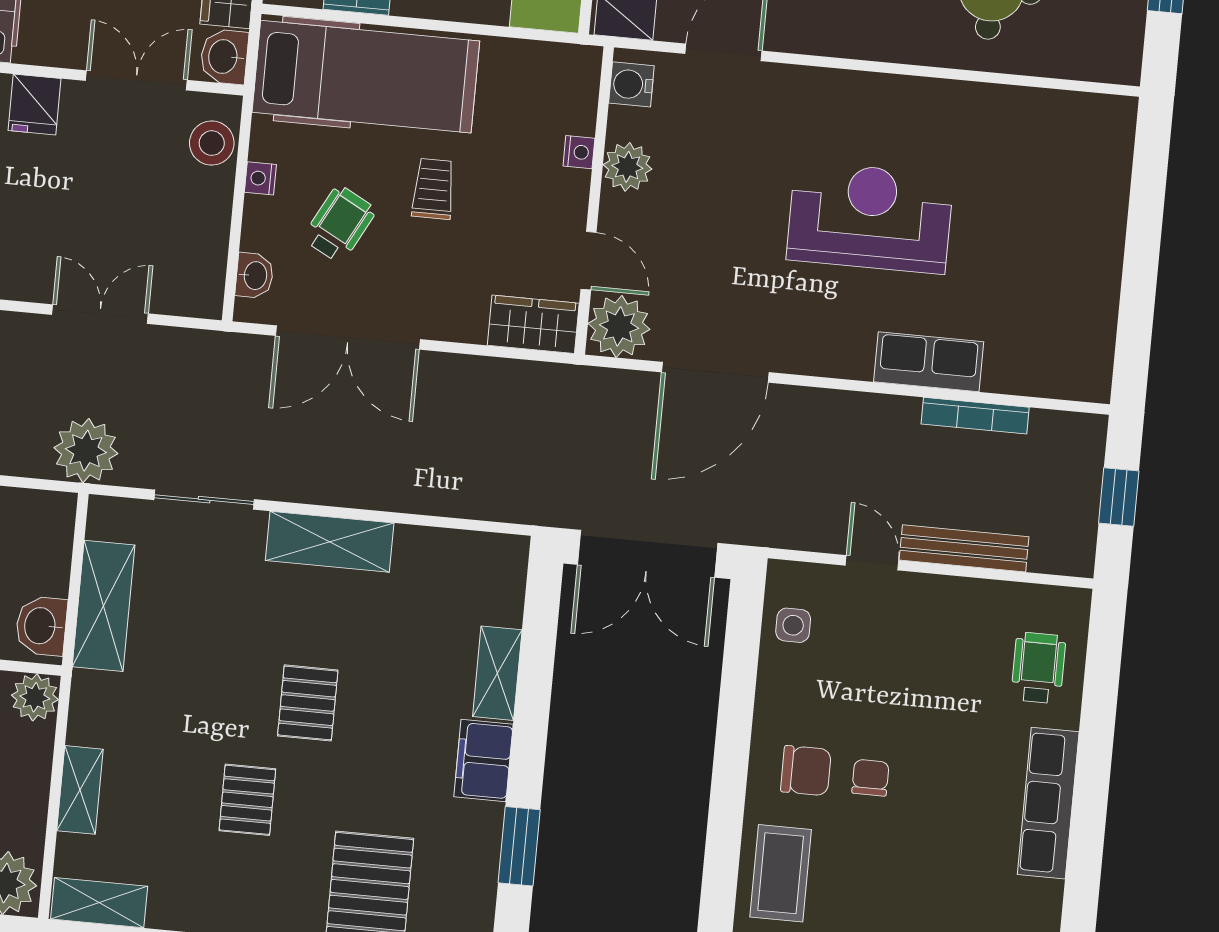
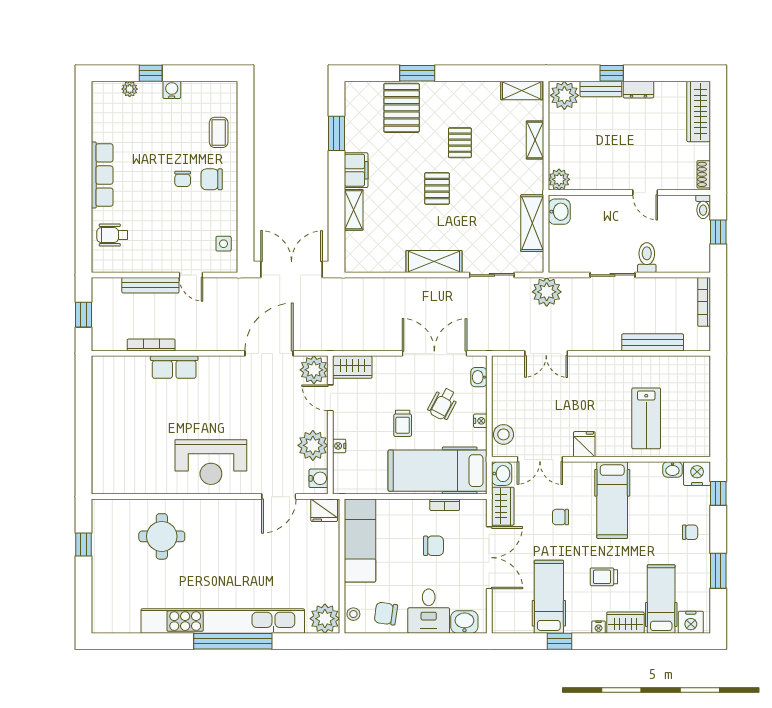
plant: (627, 167) -> (313, 445), width x1.36, depth x1.36
reception desk: (870, 218) -> (211, 462), moved
wheelchair: (1038, 668) -> (112, 235), turned 90
coffee table: (781, 873) -> (219, 132), width x0.73, depth x0.77

